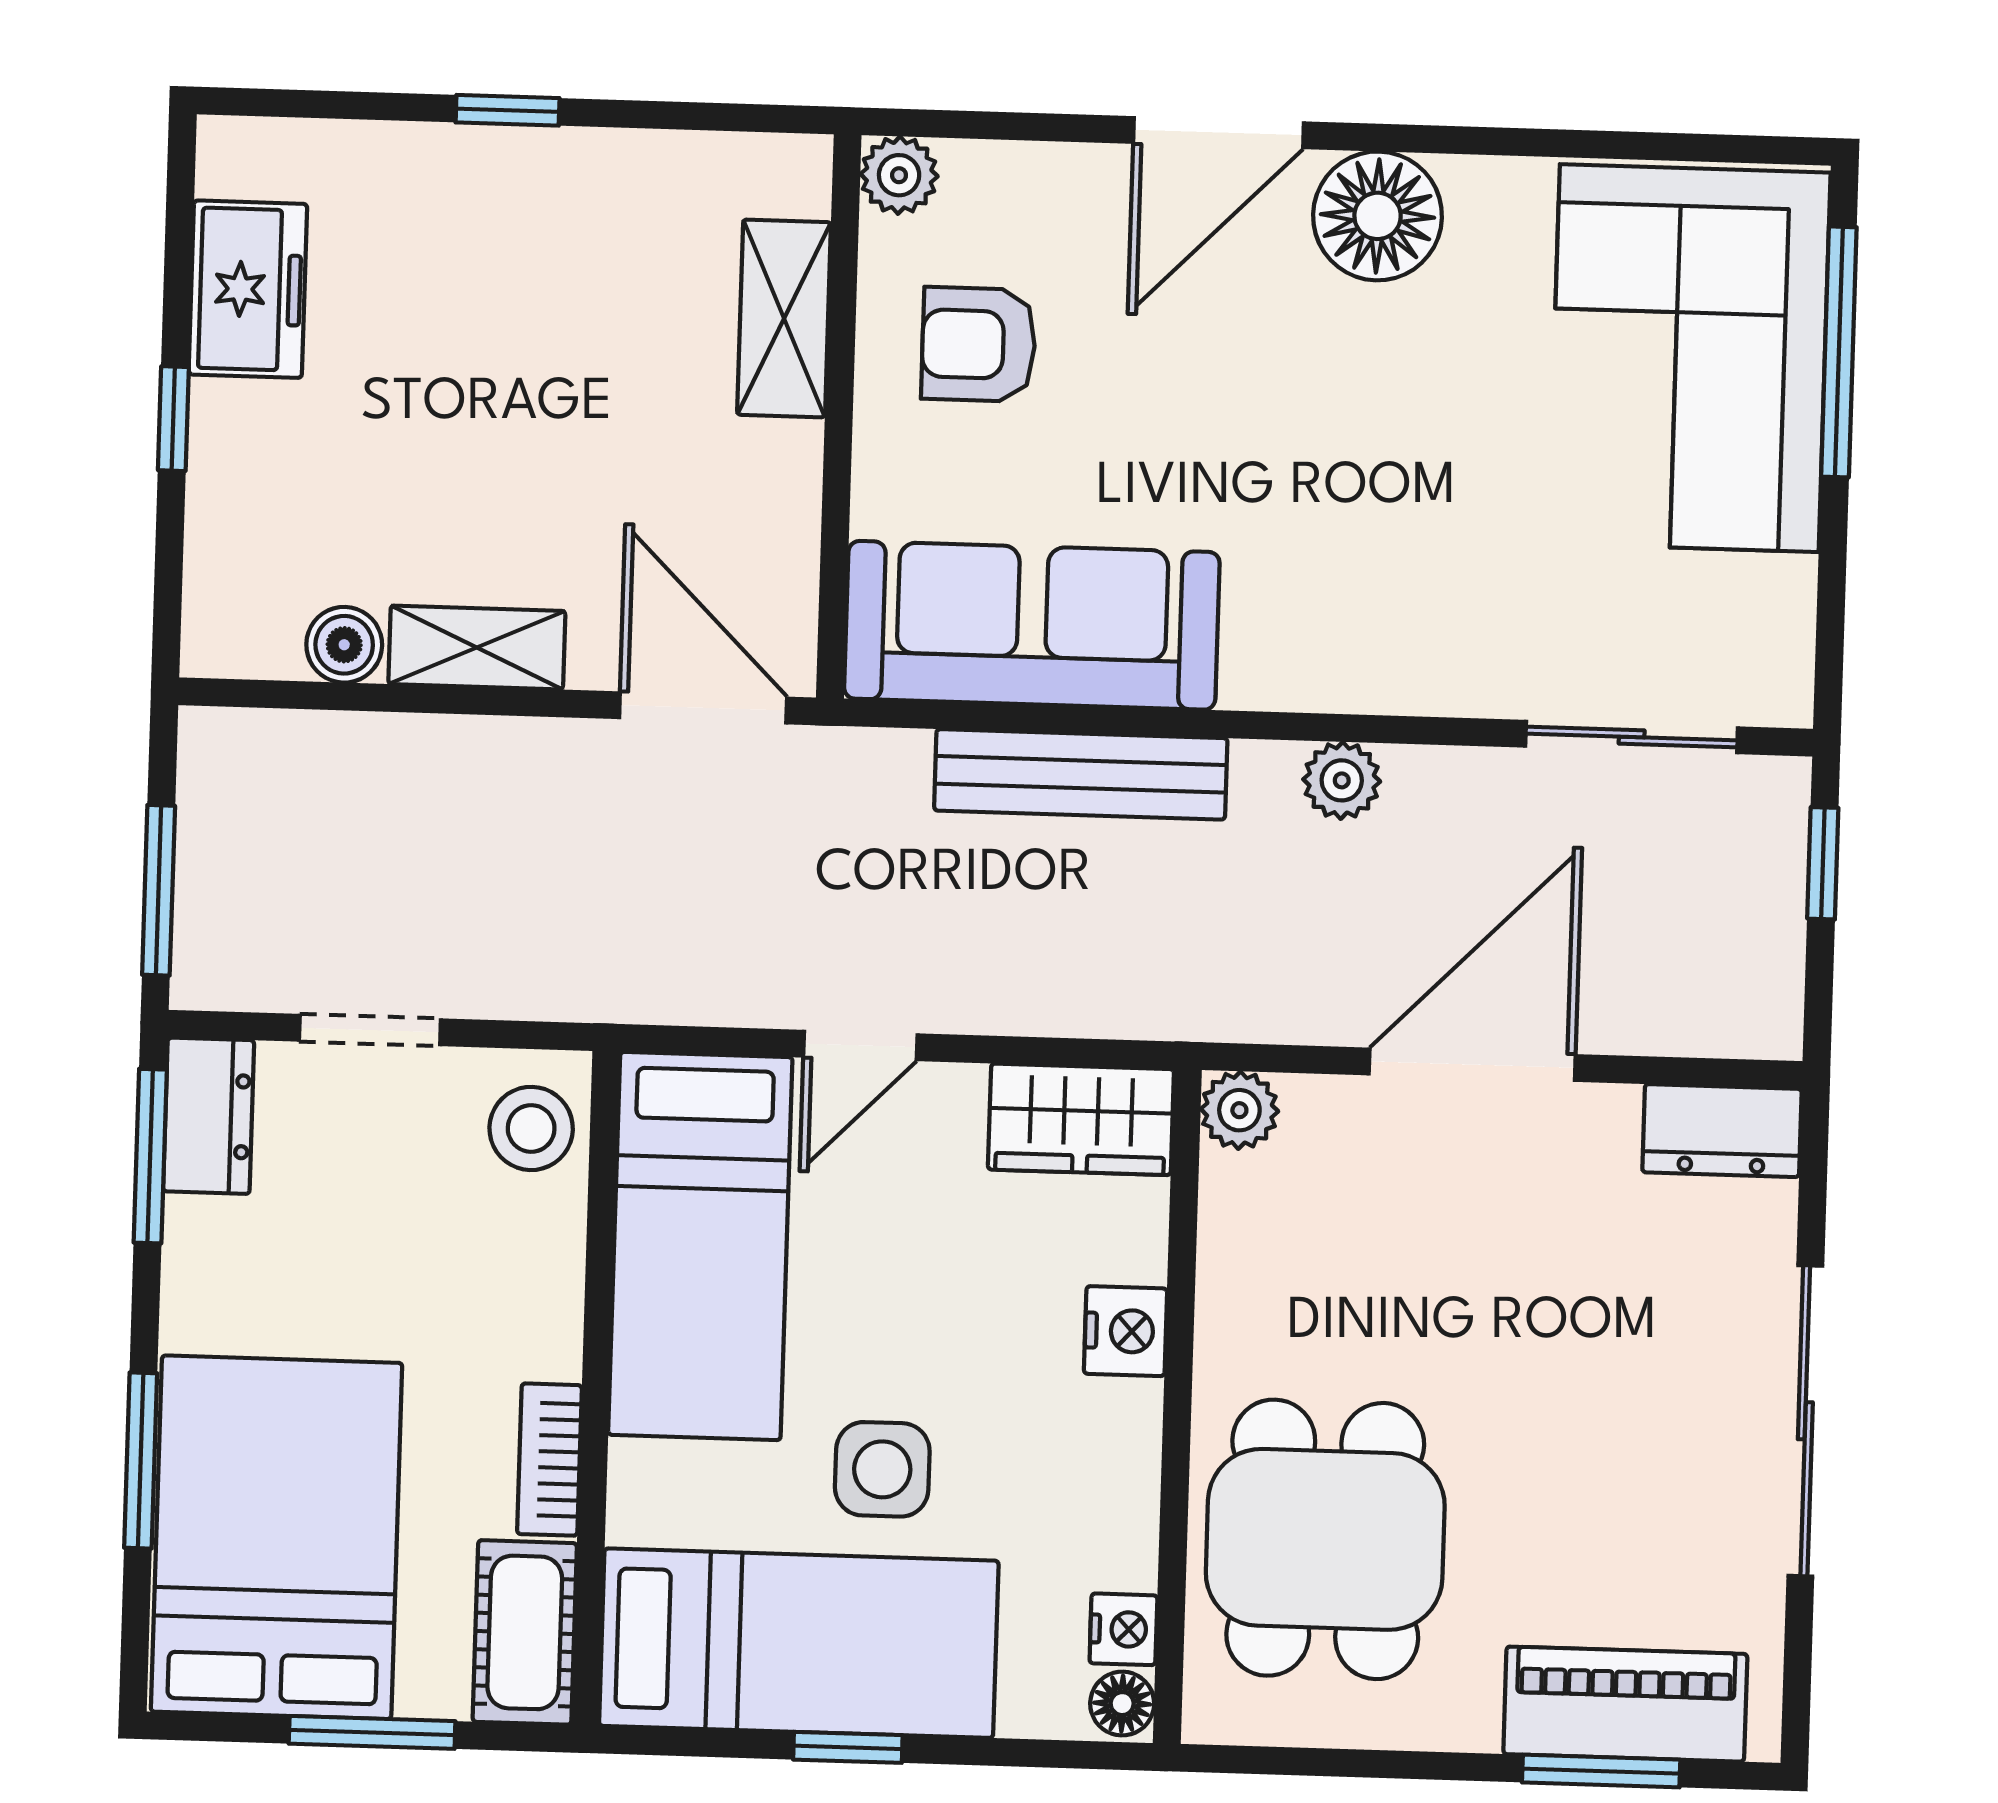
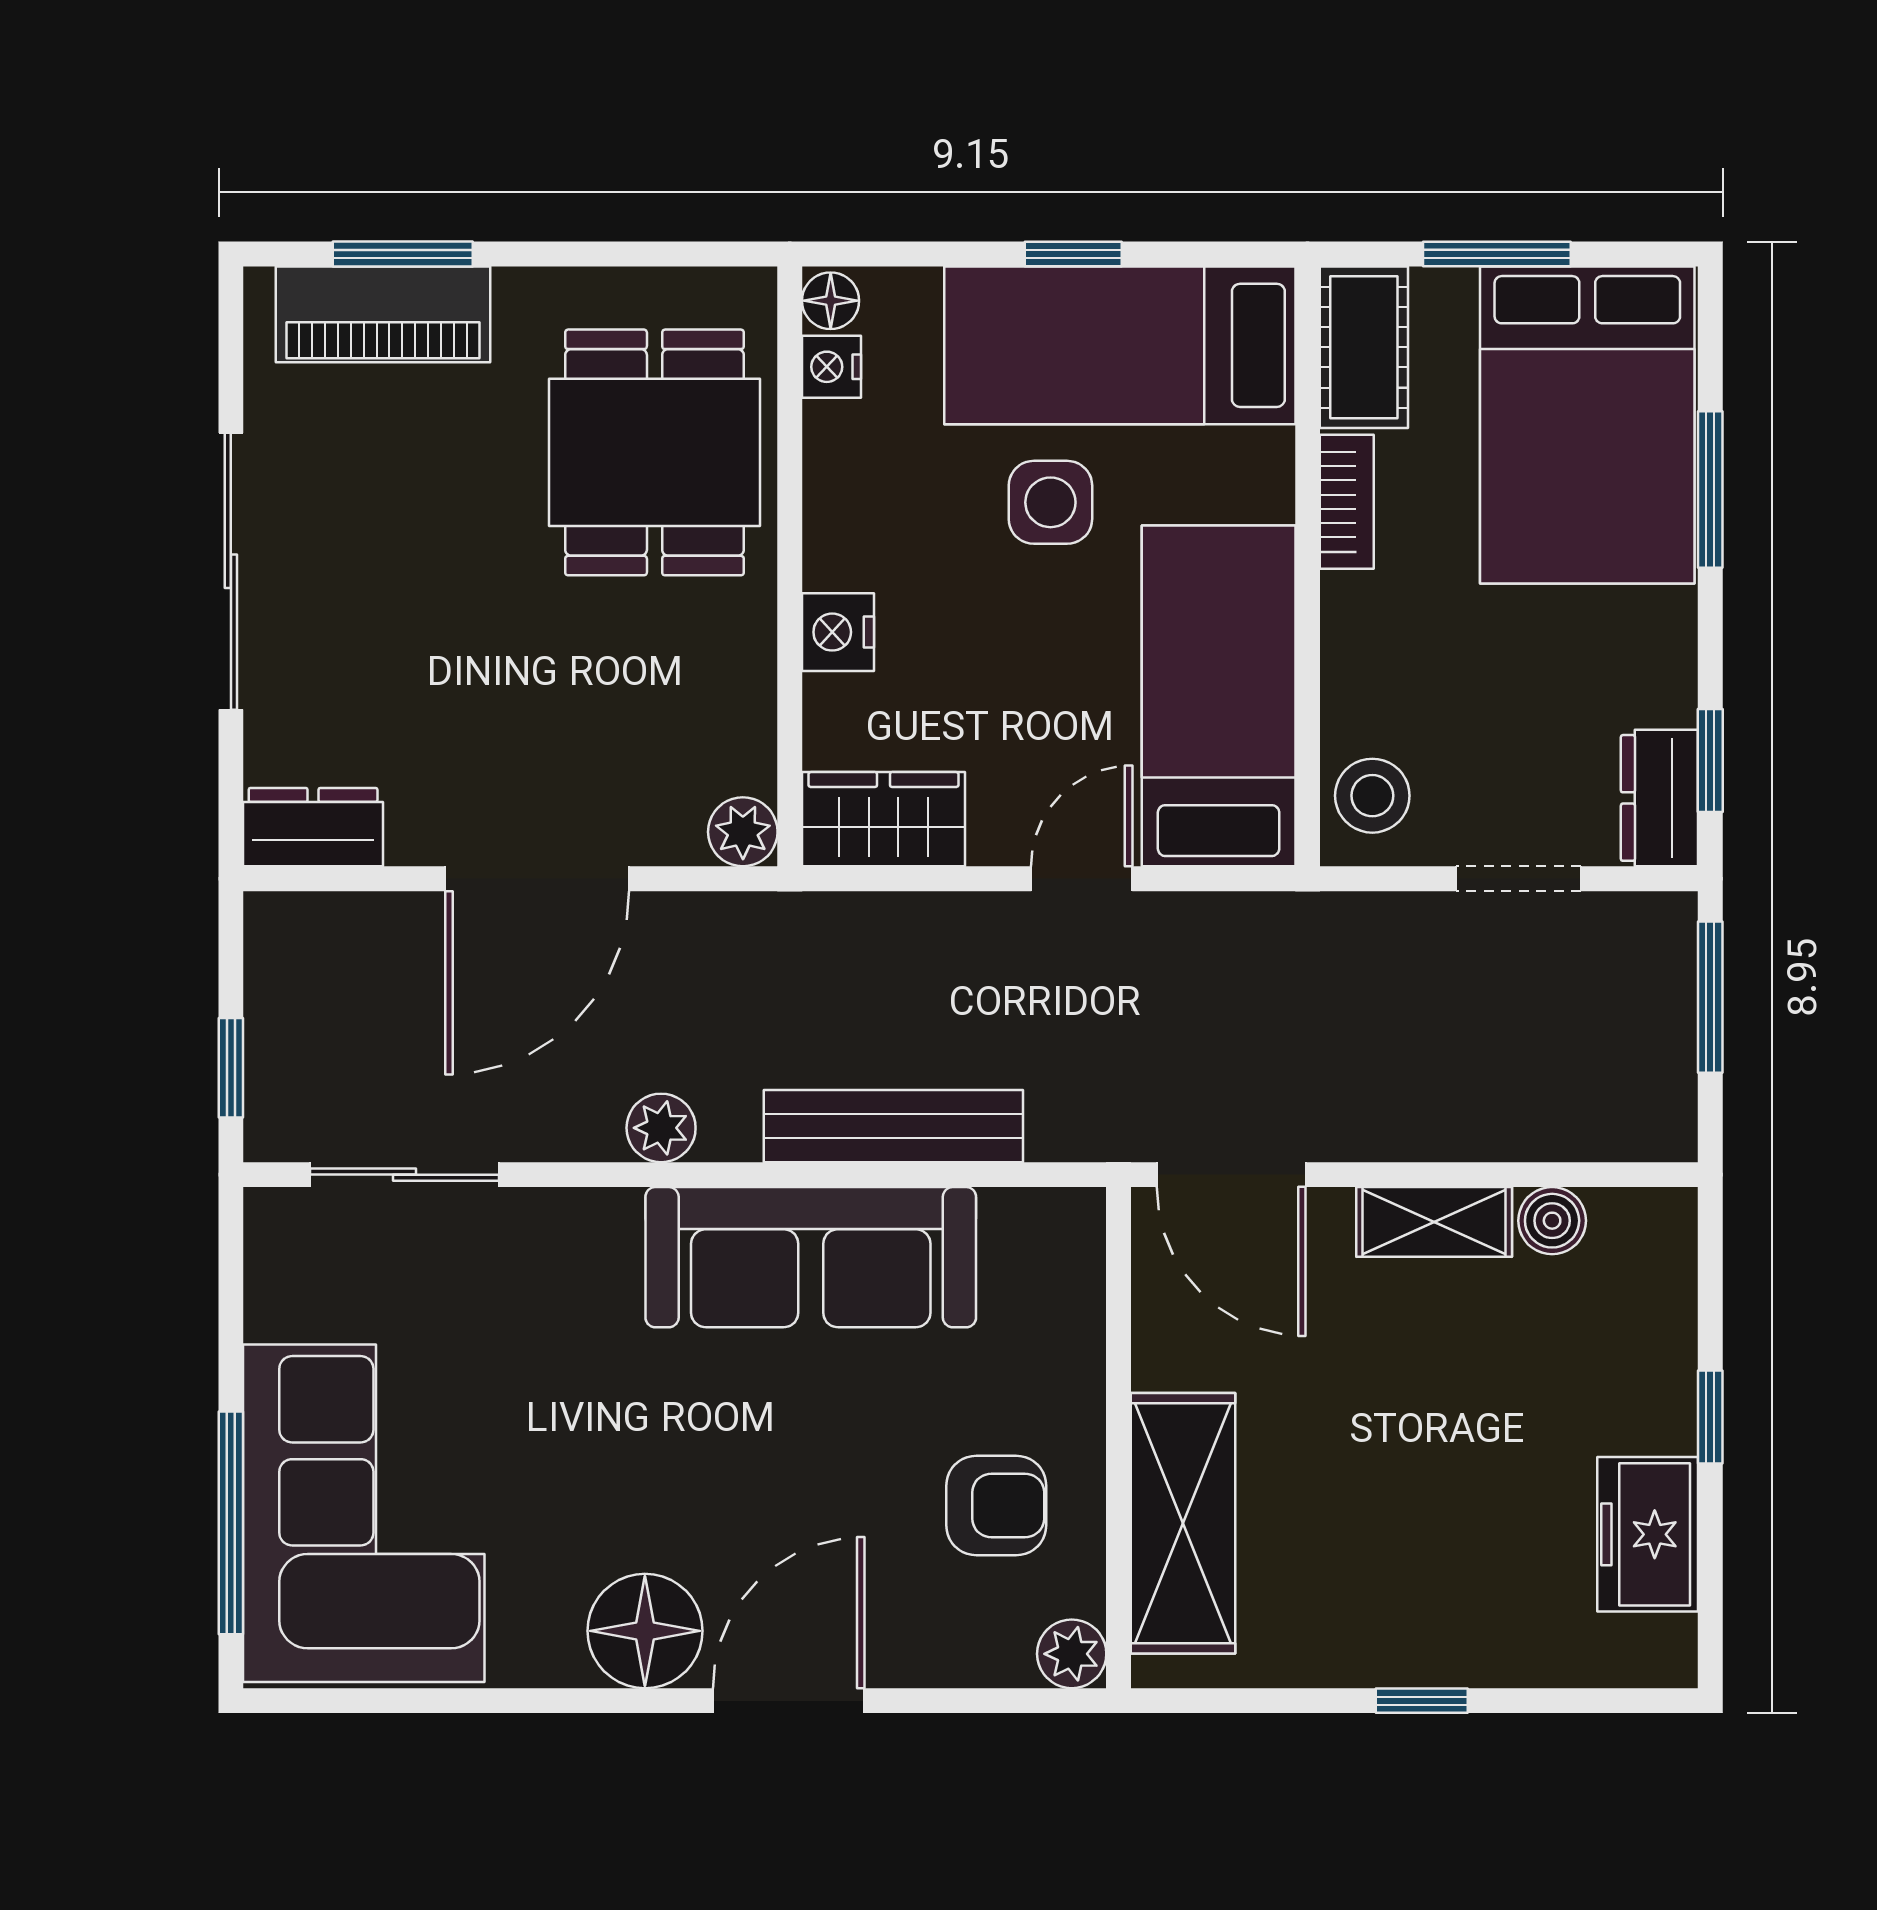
shelving: (784, 318) -> (1183, 1523), width x1.50, depth x1.33
sofa: (1032, 625) -> (811, 1257), moved
window: (150, 1156) -> (1710, 760), width x0.67

